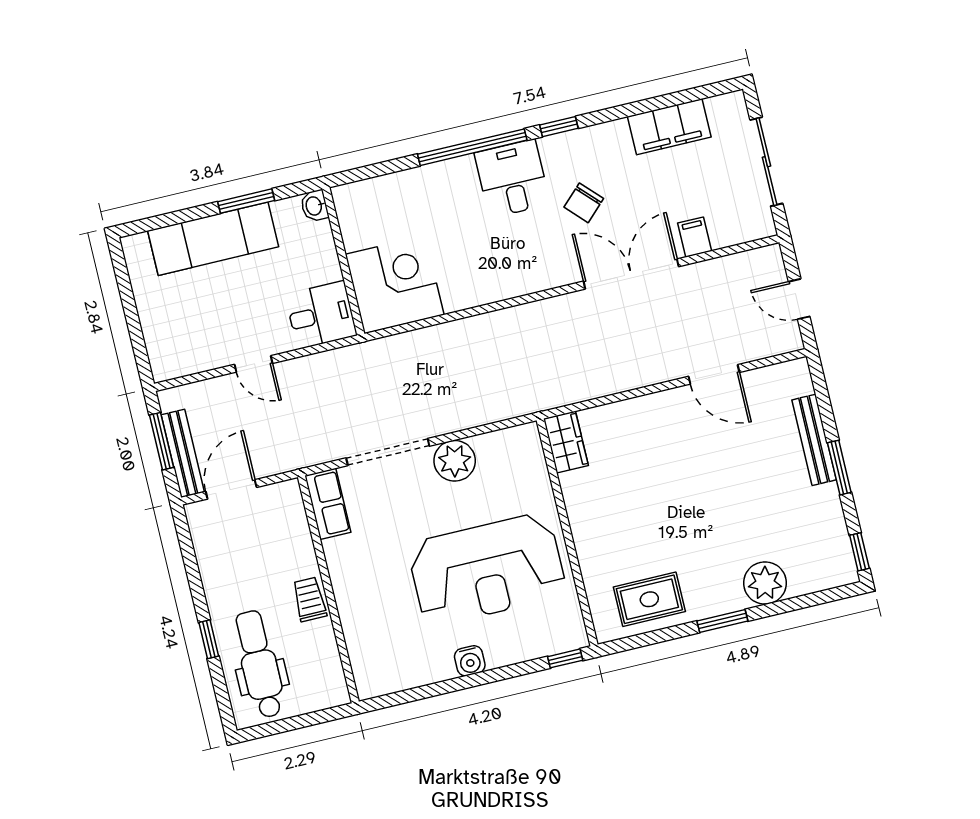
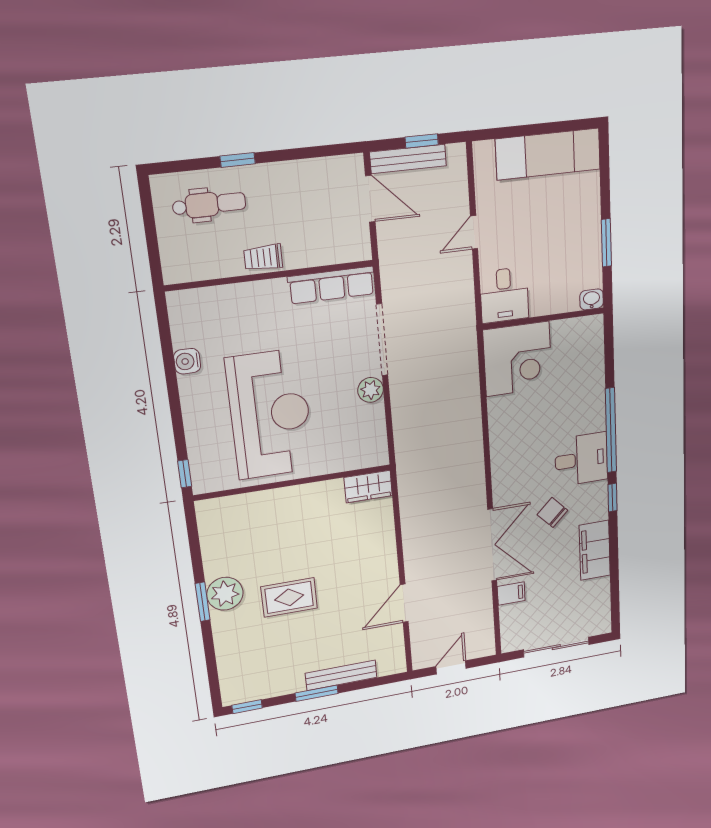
filing cabinet: (669, 127) -> (595, 550), moved
exam couch: (213, 239) -> (548, 154), moved, turned -90
window: (162, 441) -> (422, 141), width x0.67
plant: (455, 461) -> (371, 390), width x0.73, depth x0.73
row of seats: (328, 504) -> (332, 285), width x1.48
reception desk: (487, 570) -> (270, 414), turned 180
plant: (765, 583) -> (225, 594), moved
trolley: (309, 599) -> (263, 258), turned 180
rug: (649, 599) -> (289, 597), moved, turned 90
water cooler: (470, 661) -> (187, 361), moved
dental chair: (259, 664) -> (209, 204), width x0.73, depth x0.72

